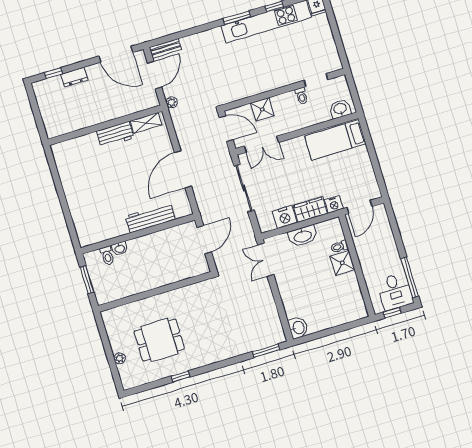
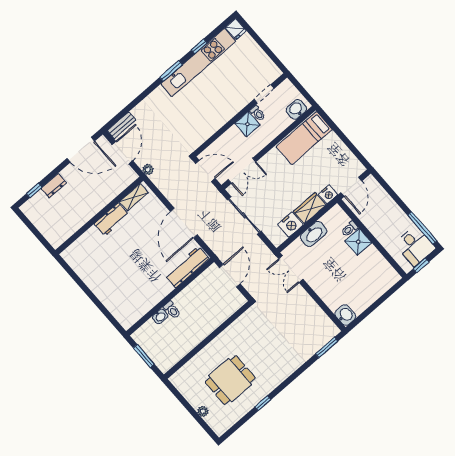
shower: (262, 109) -> (247, 124), moved
workbench: (150, 218) -> (187, 267), moved
toilet: (107, 256) -> (172, 310), moved

